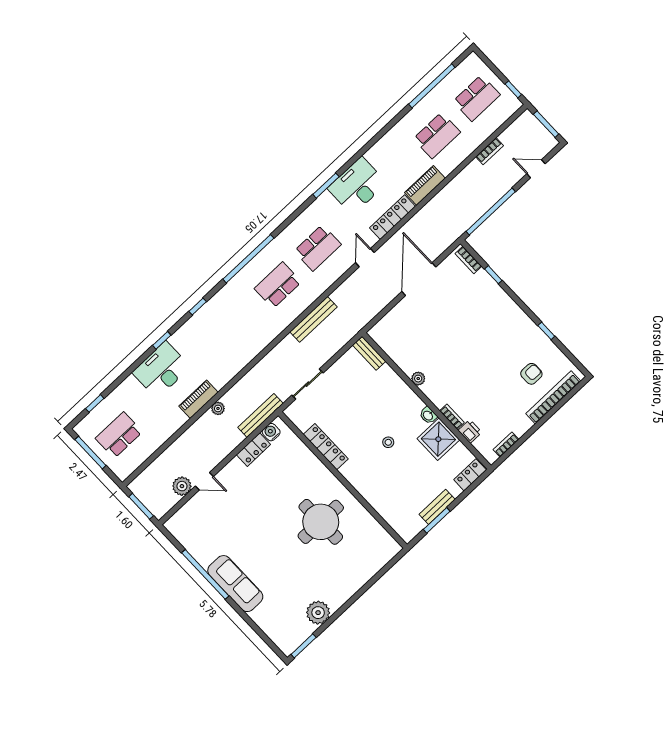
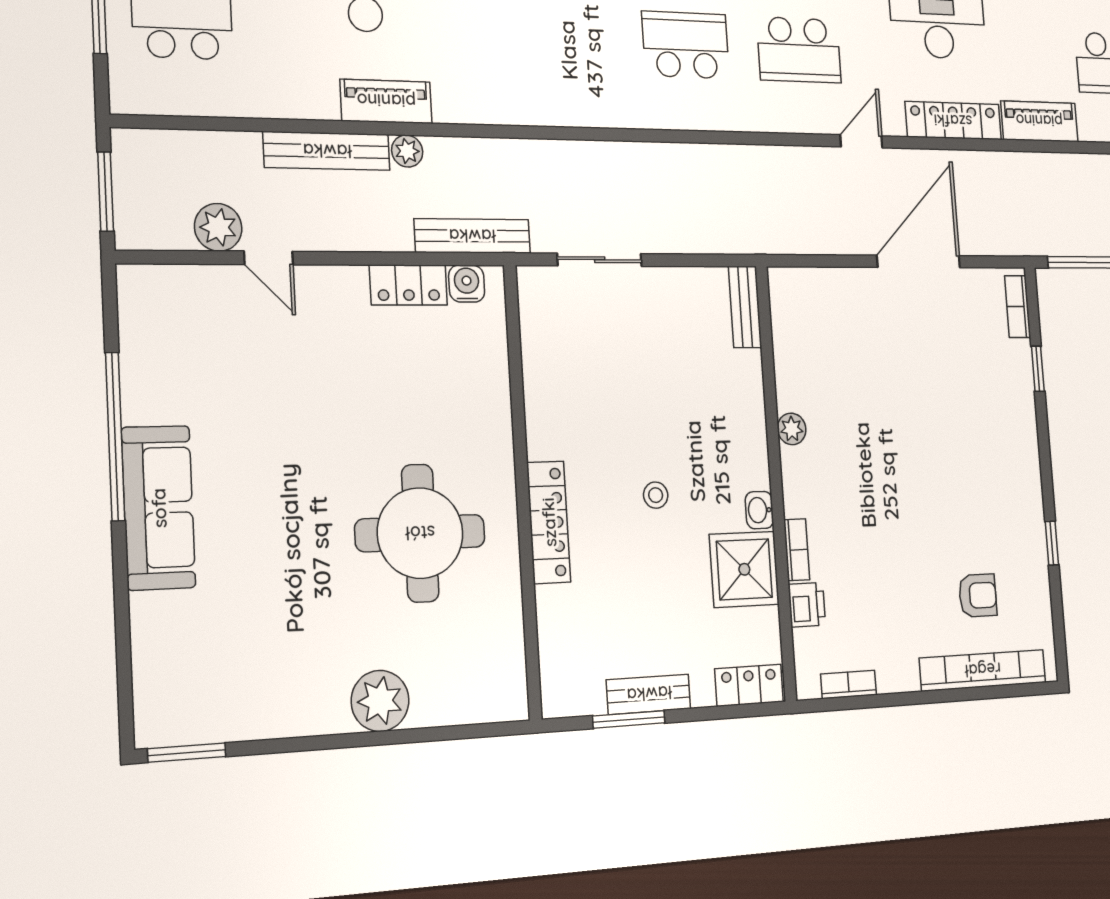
bench: (314, 319) -> (327, 151), moved
locker: (326, 447) -> (549, 522), moved
plant: (318, 613) -> (380, 701), moved

